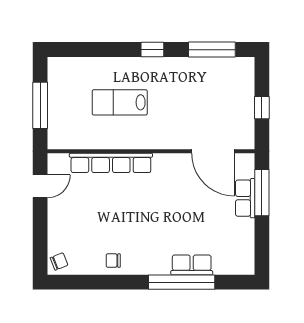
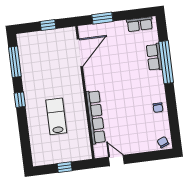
lab bench: (120, 102) -> (56, 116), turned 180
window: (40, 105) -> (65, 167), width x0.46
window: (262, 193) -> (102, 18), width x0.69
row of seats: (245, 198) -> (140, 24), moved

